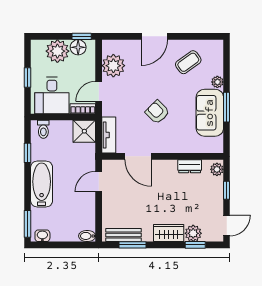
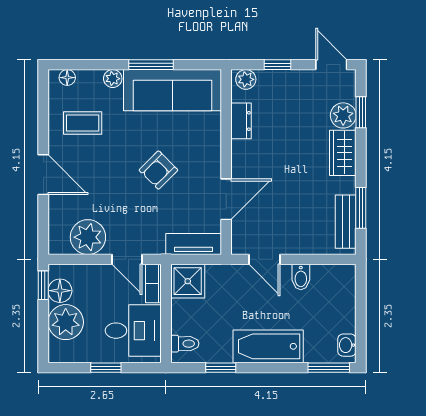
floor lamp: (218, 52) -> (67, 78), added
coffee table: (188, 62) -> (83, 123), turned -54
sofa: (210, 113) -> (172, 90), width x1.36
bidet: (87, 236) -> (301, 277), moved

